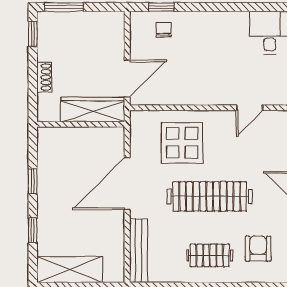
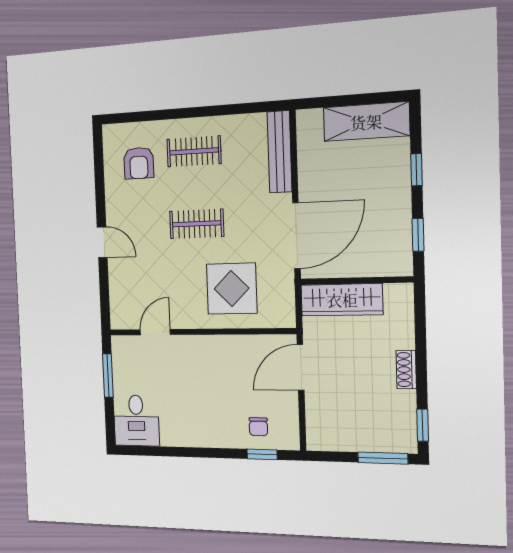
wardrobe: (93, 109) -> (342, 300), moved
wall: (81, 124) -> (356, 281), moved
clothes rail: (210, 196) -> (197, 224), width x0.54, depth x0.76

